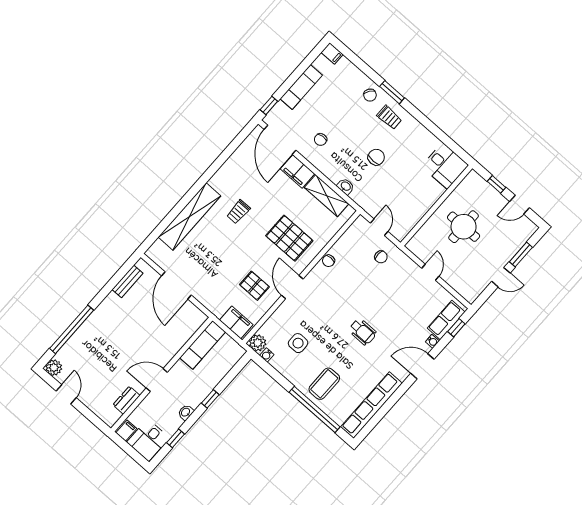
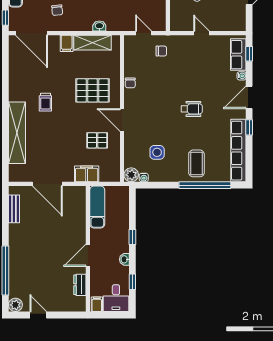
filing cabinet: (298, 171) -> (67, 43), width x0.50
filing cabinet: (236, 322) -> (87, 174), moved
window: (399, 393) -> (249, 127), added

